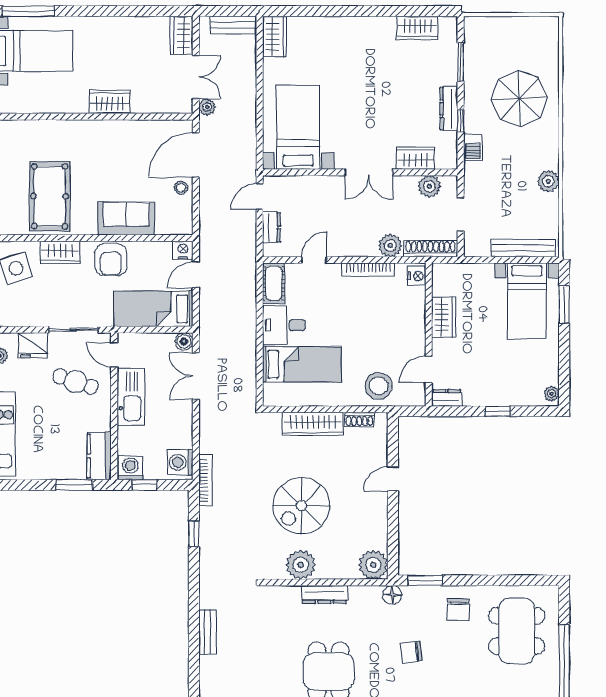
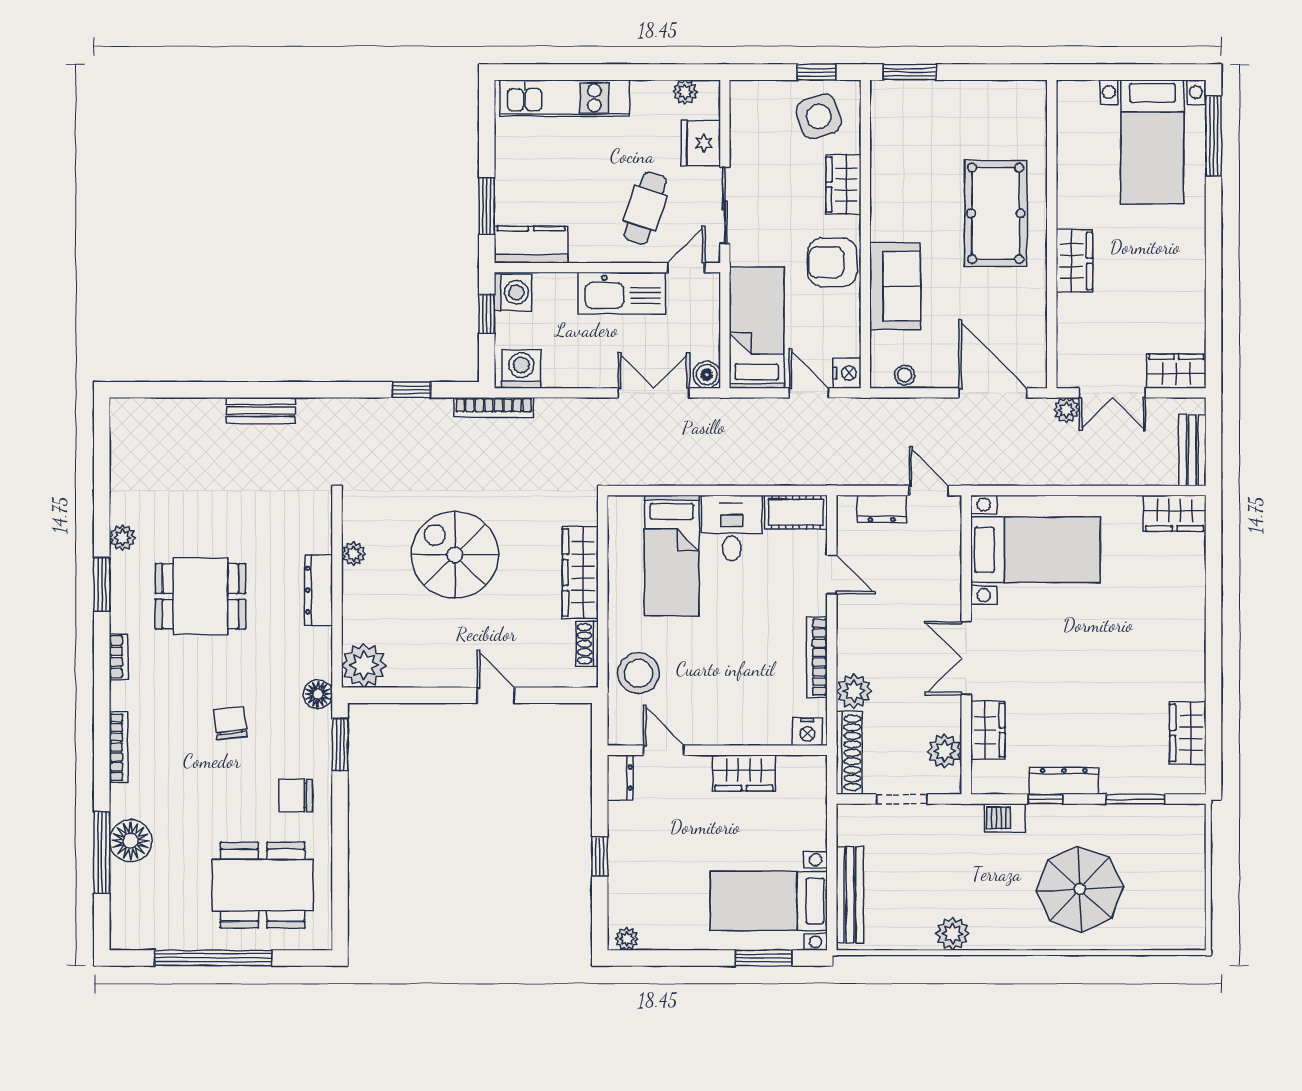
stool: (181, 188) -> (905, 375), moved
pool table: (50, 196) -> (996, 213), moved, turned 90
plant: (301, 565) -> (354, 554), width x0.53, depth x0.53

